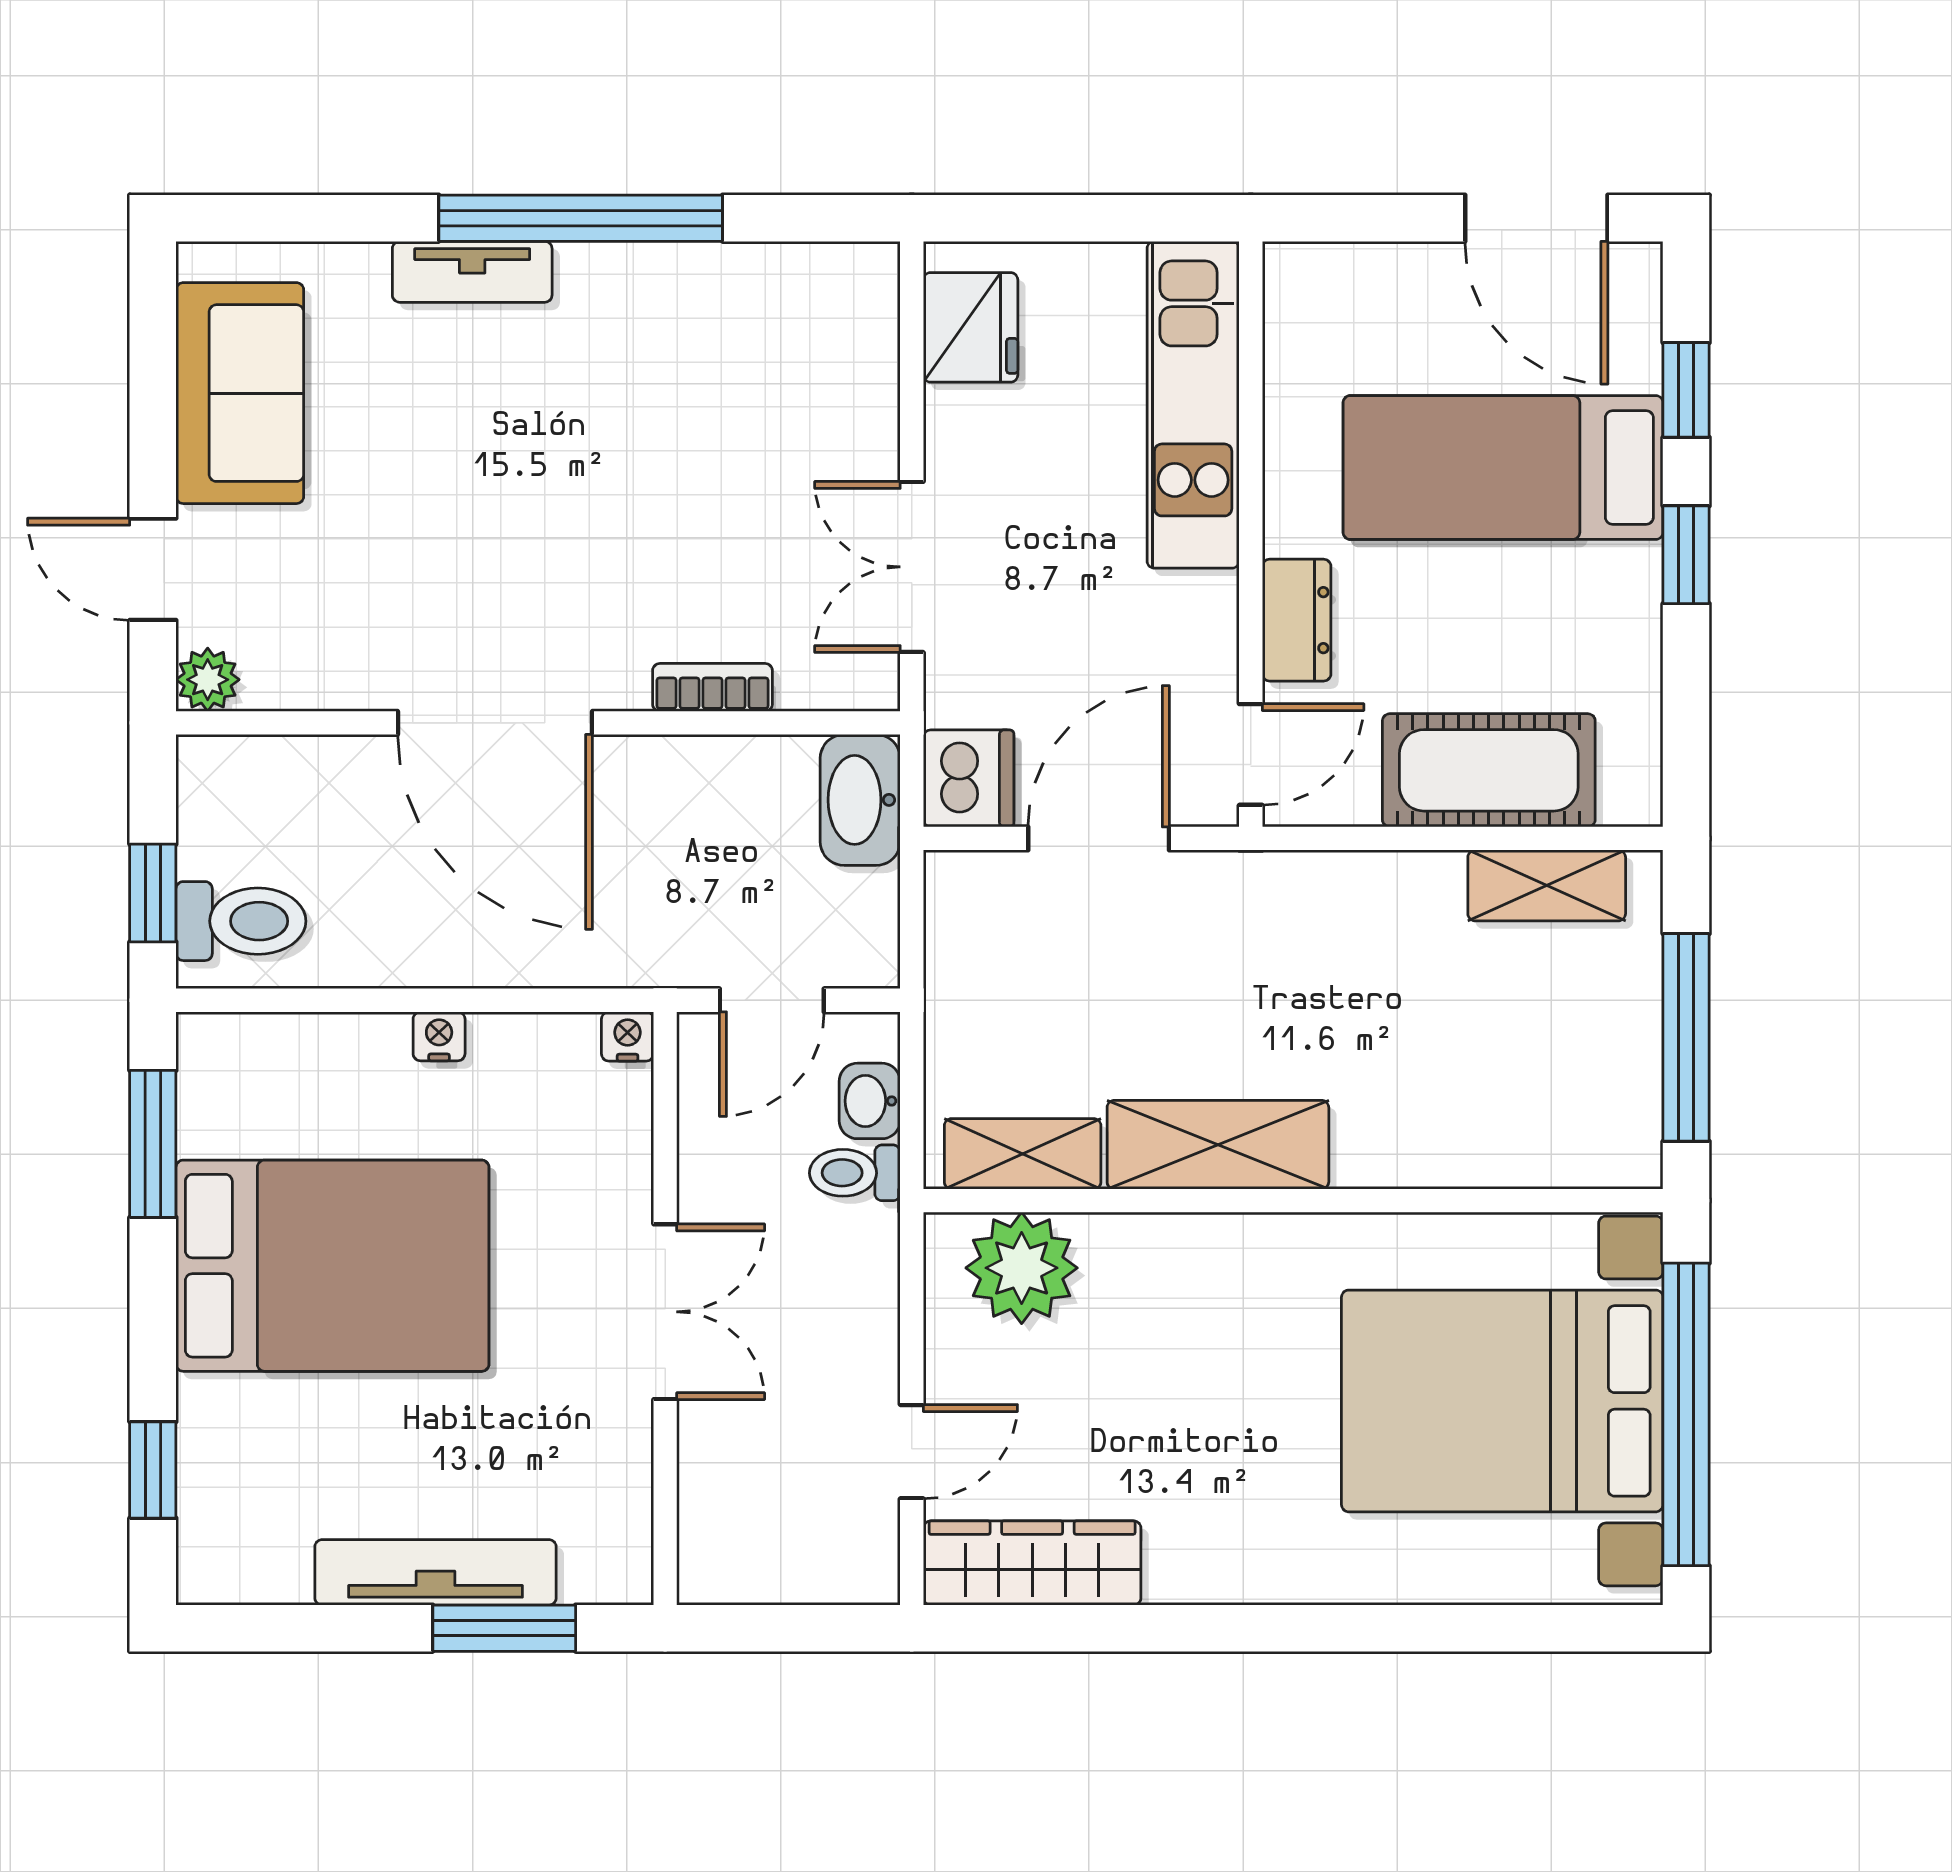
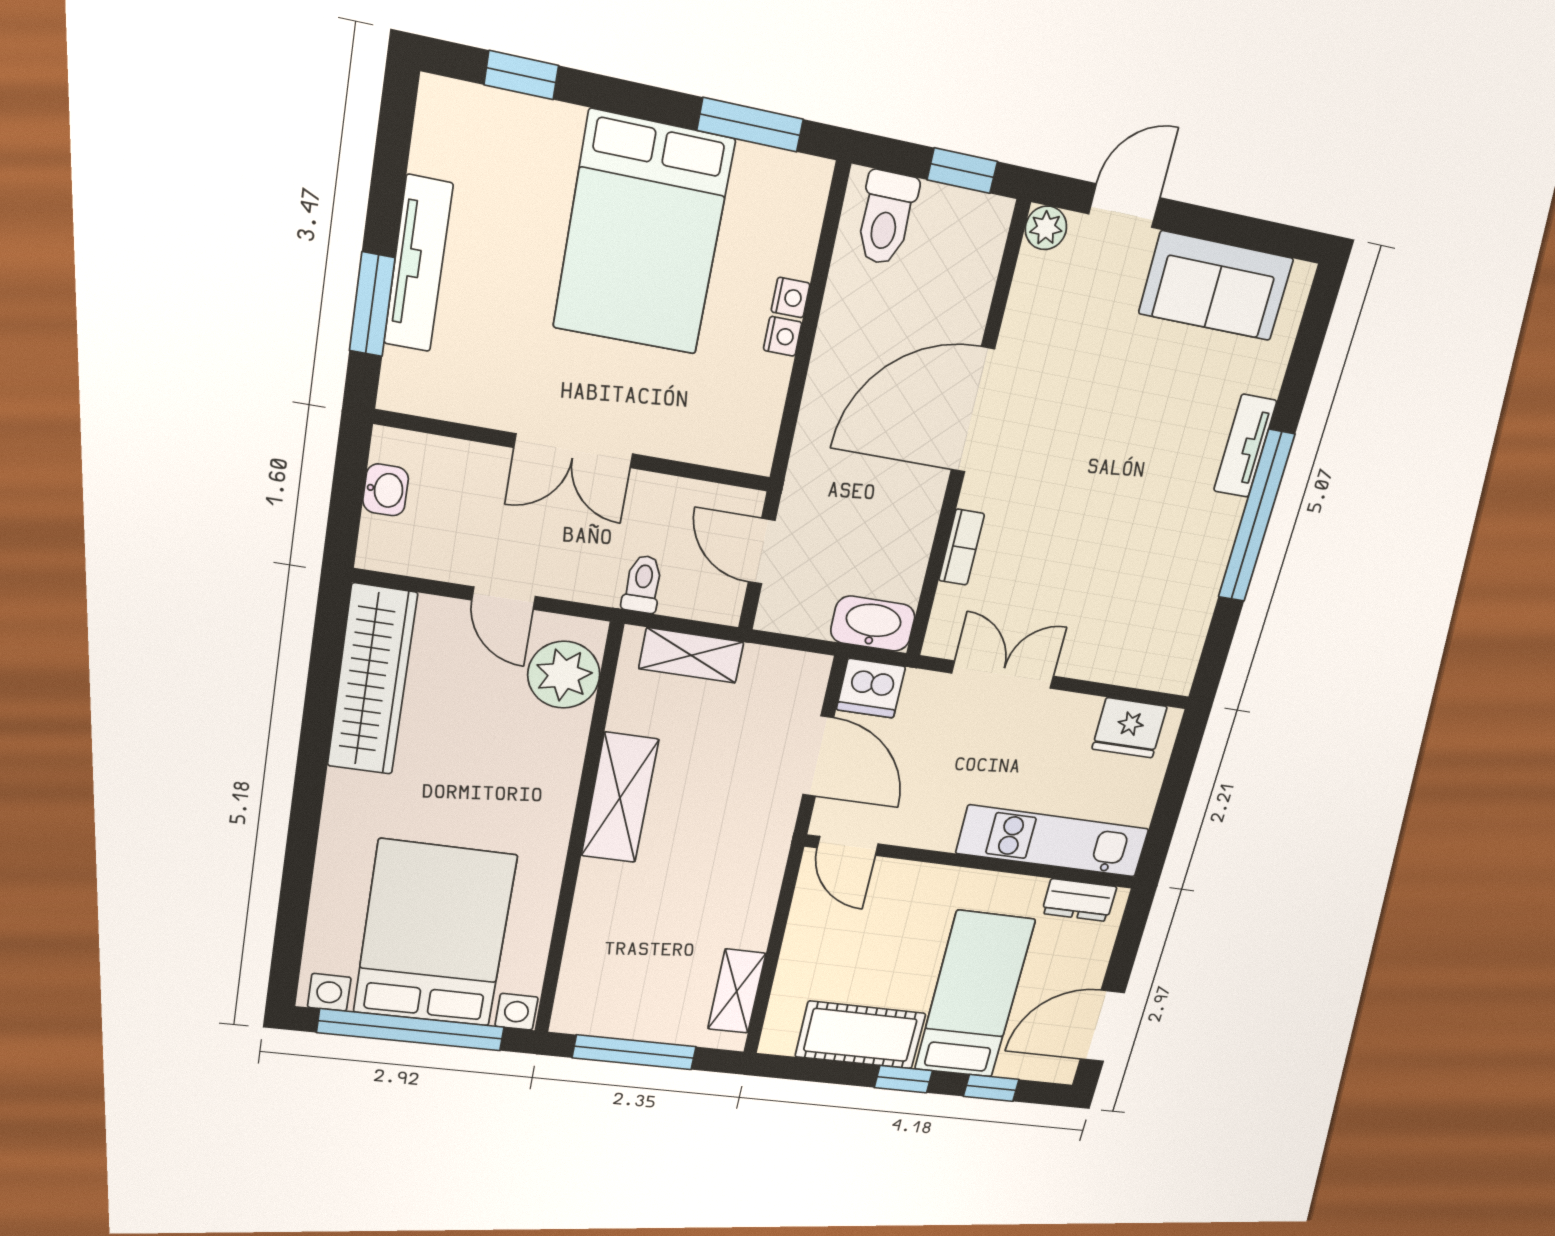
dresser: (1297, 620) -> (1079, 900), moved
cot: (1489, 770) -> (860, 1035), moved, turned 90
window: (153, 893) -> (962, 171), moved
nightstand: (628, 1036) -> (790, 298), moved
washbasin: (870, 1101) -> (386, 490), moved, turned 90
shelving: (1023, 1154) -> (691, 655), moved, turned 90
door: (912, 1452) -> (504, 598), moved
wardrobe: (1032, 1563) -> (372, 680), width x1.40, depth x1.17

